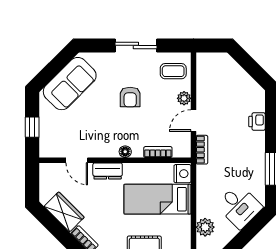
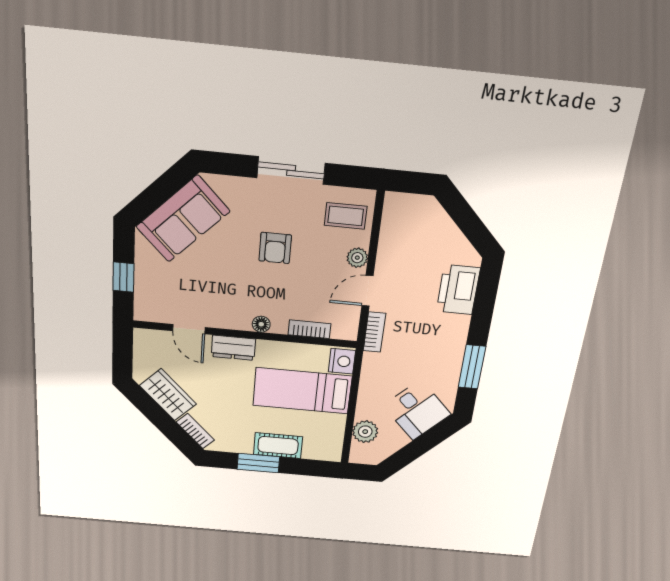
printer: (257, 122) -> (458, 290), width x1.87, depth x1.48

